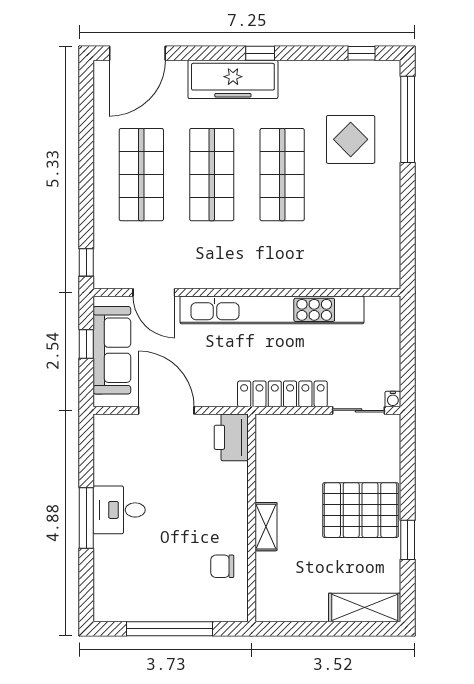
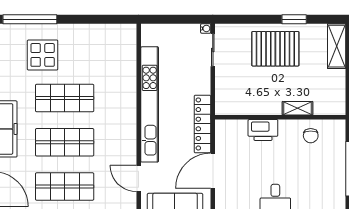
door: (154, 292) -> (139, 179), swing flipped
locker: (282, 394) -> (202, 124), moved
printer: (231, 437) -> (263, 130), moved
pallet: (361, 510) -> (275, 49), turned 90
shelving: (266, 527) -> (297, 108), moved

